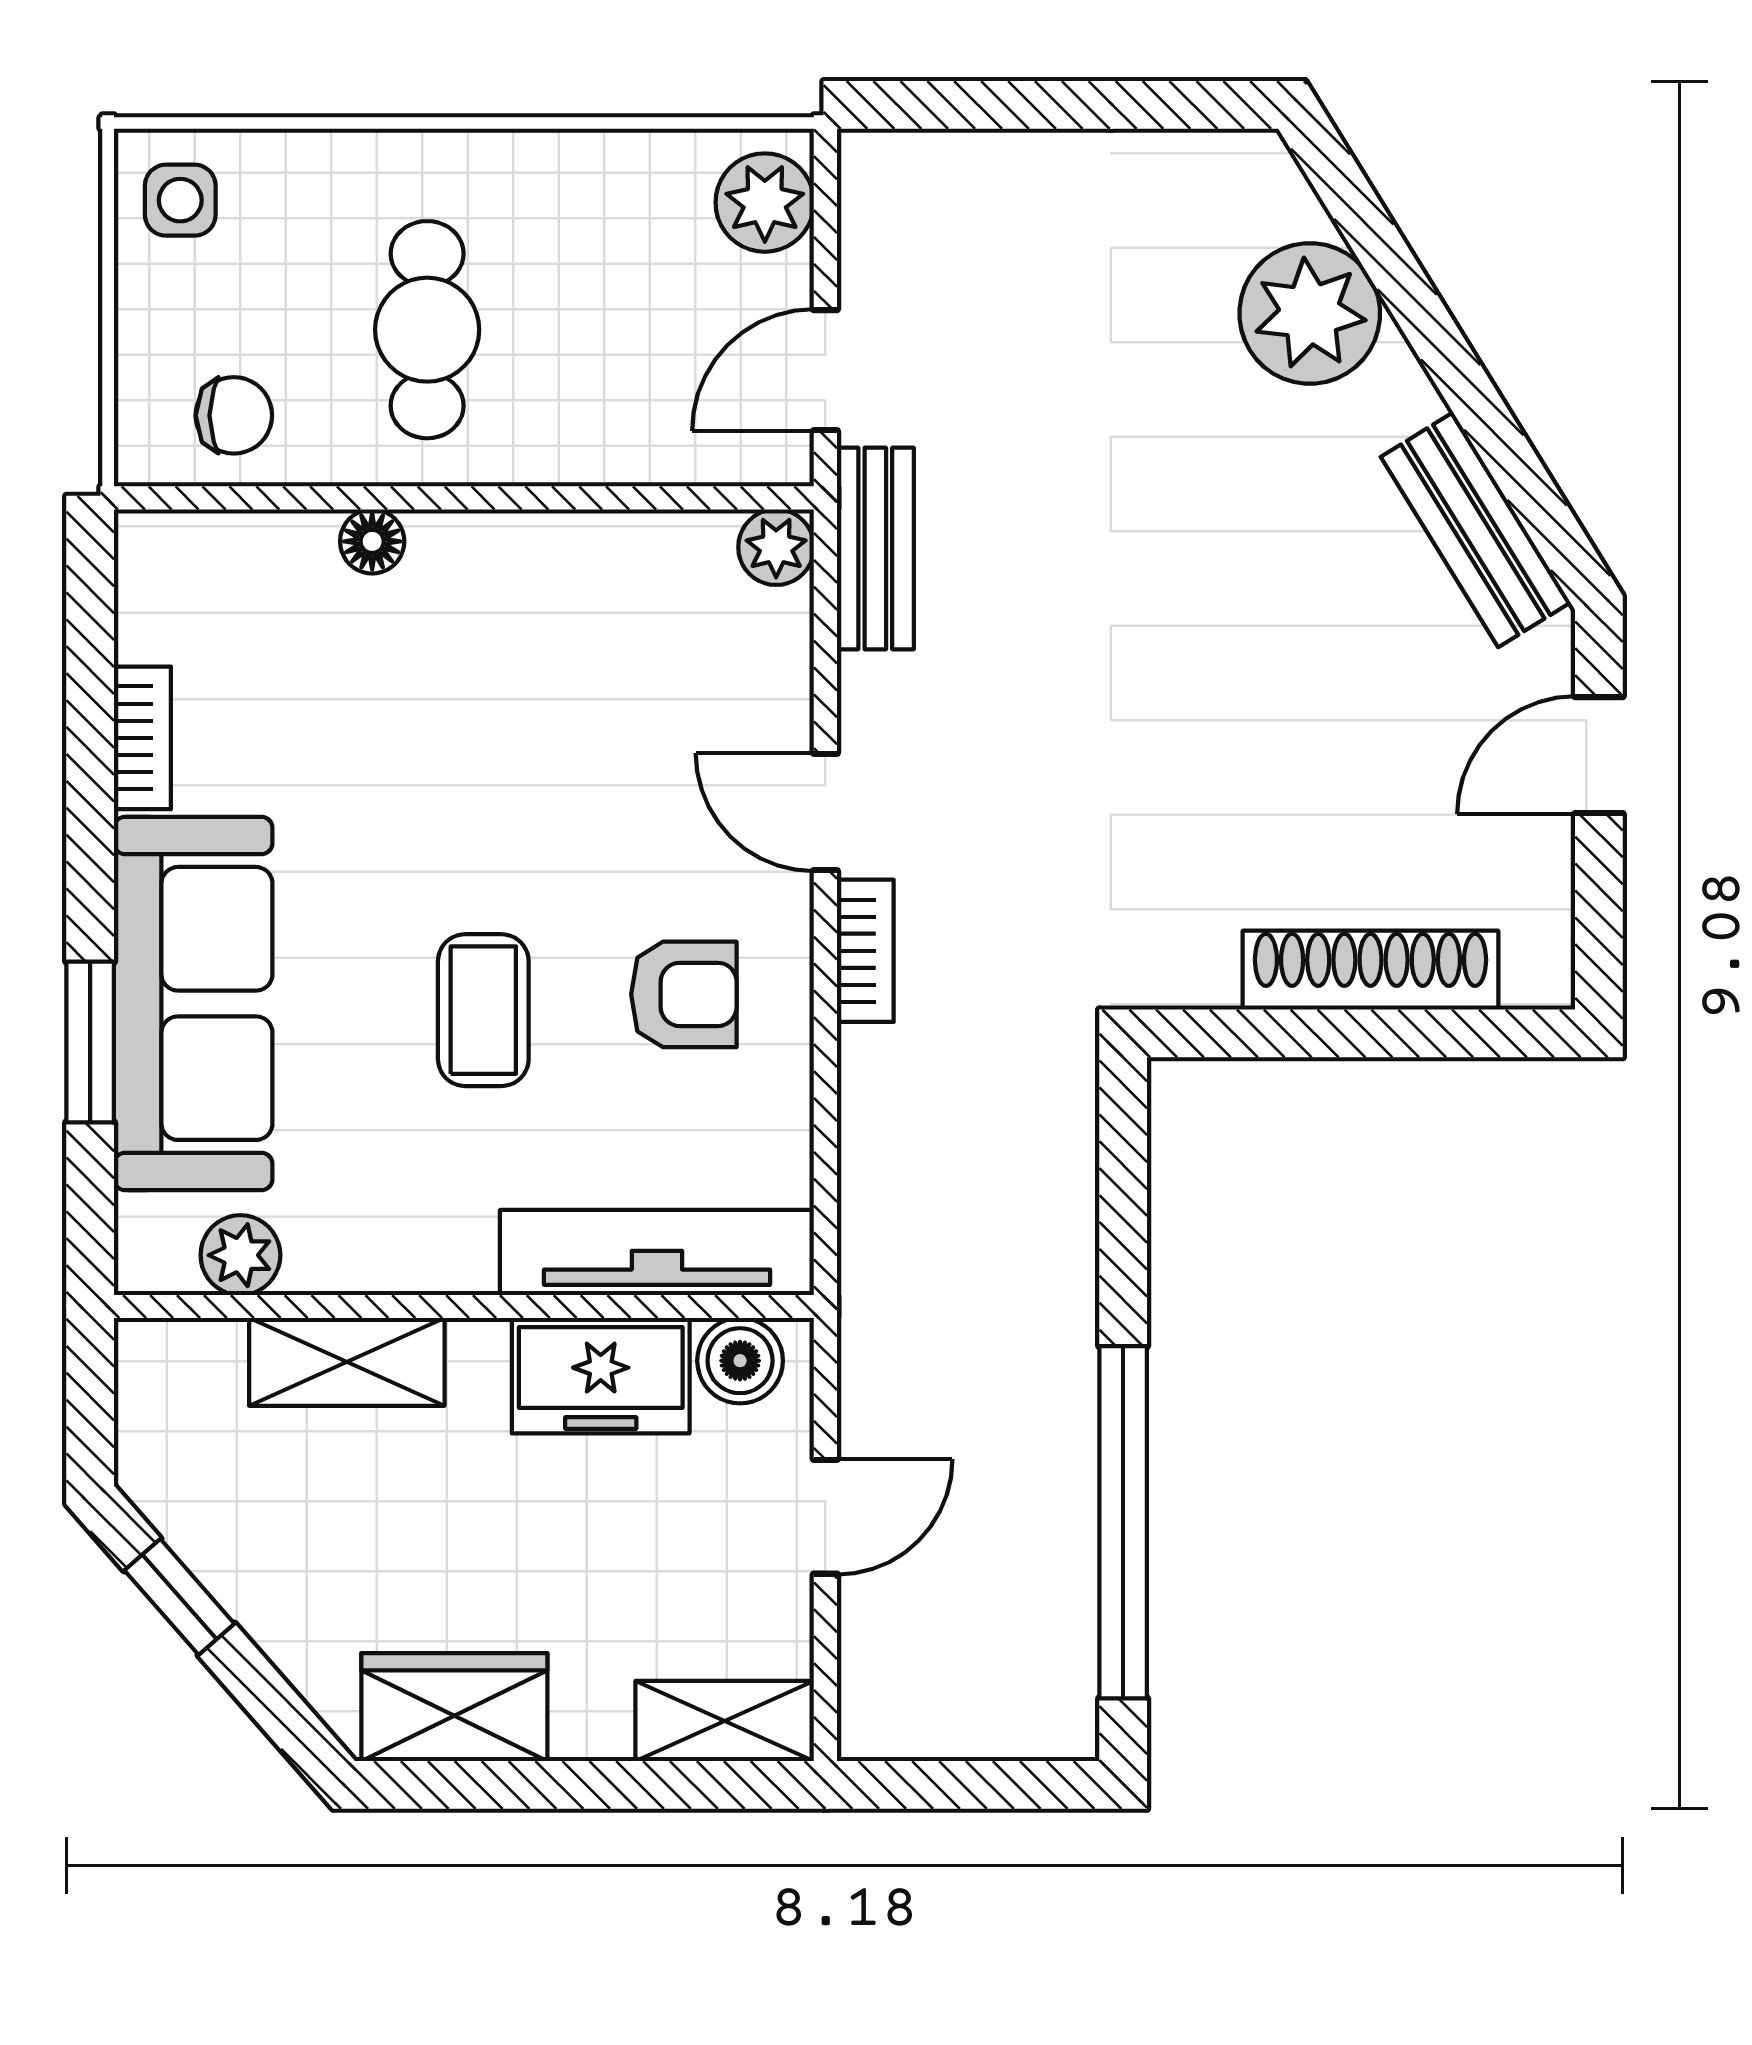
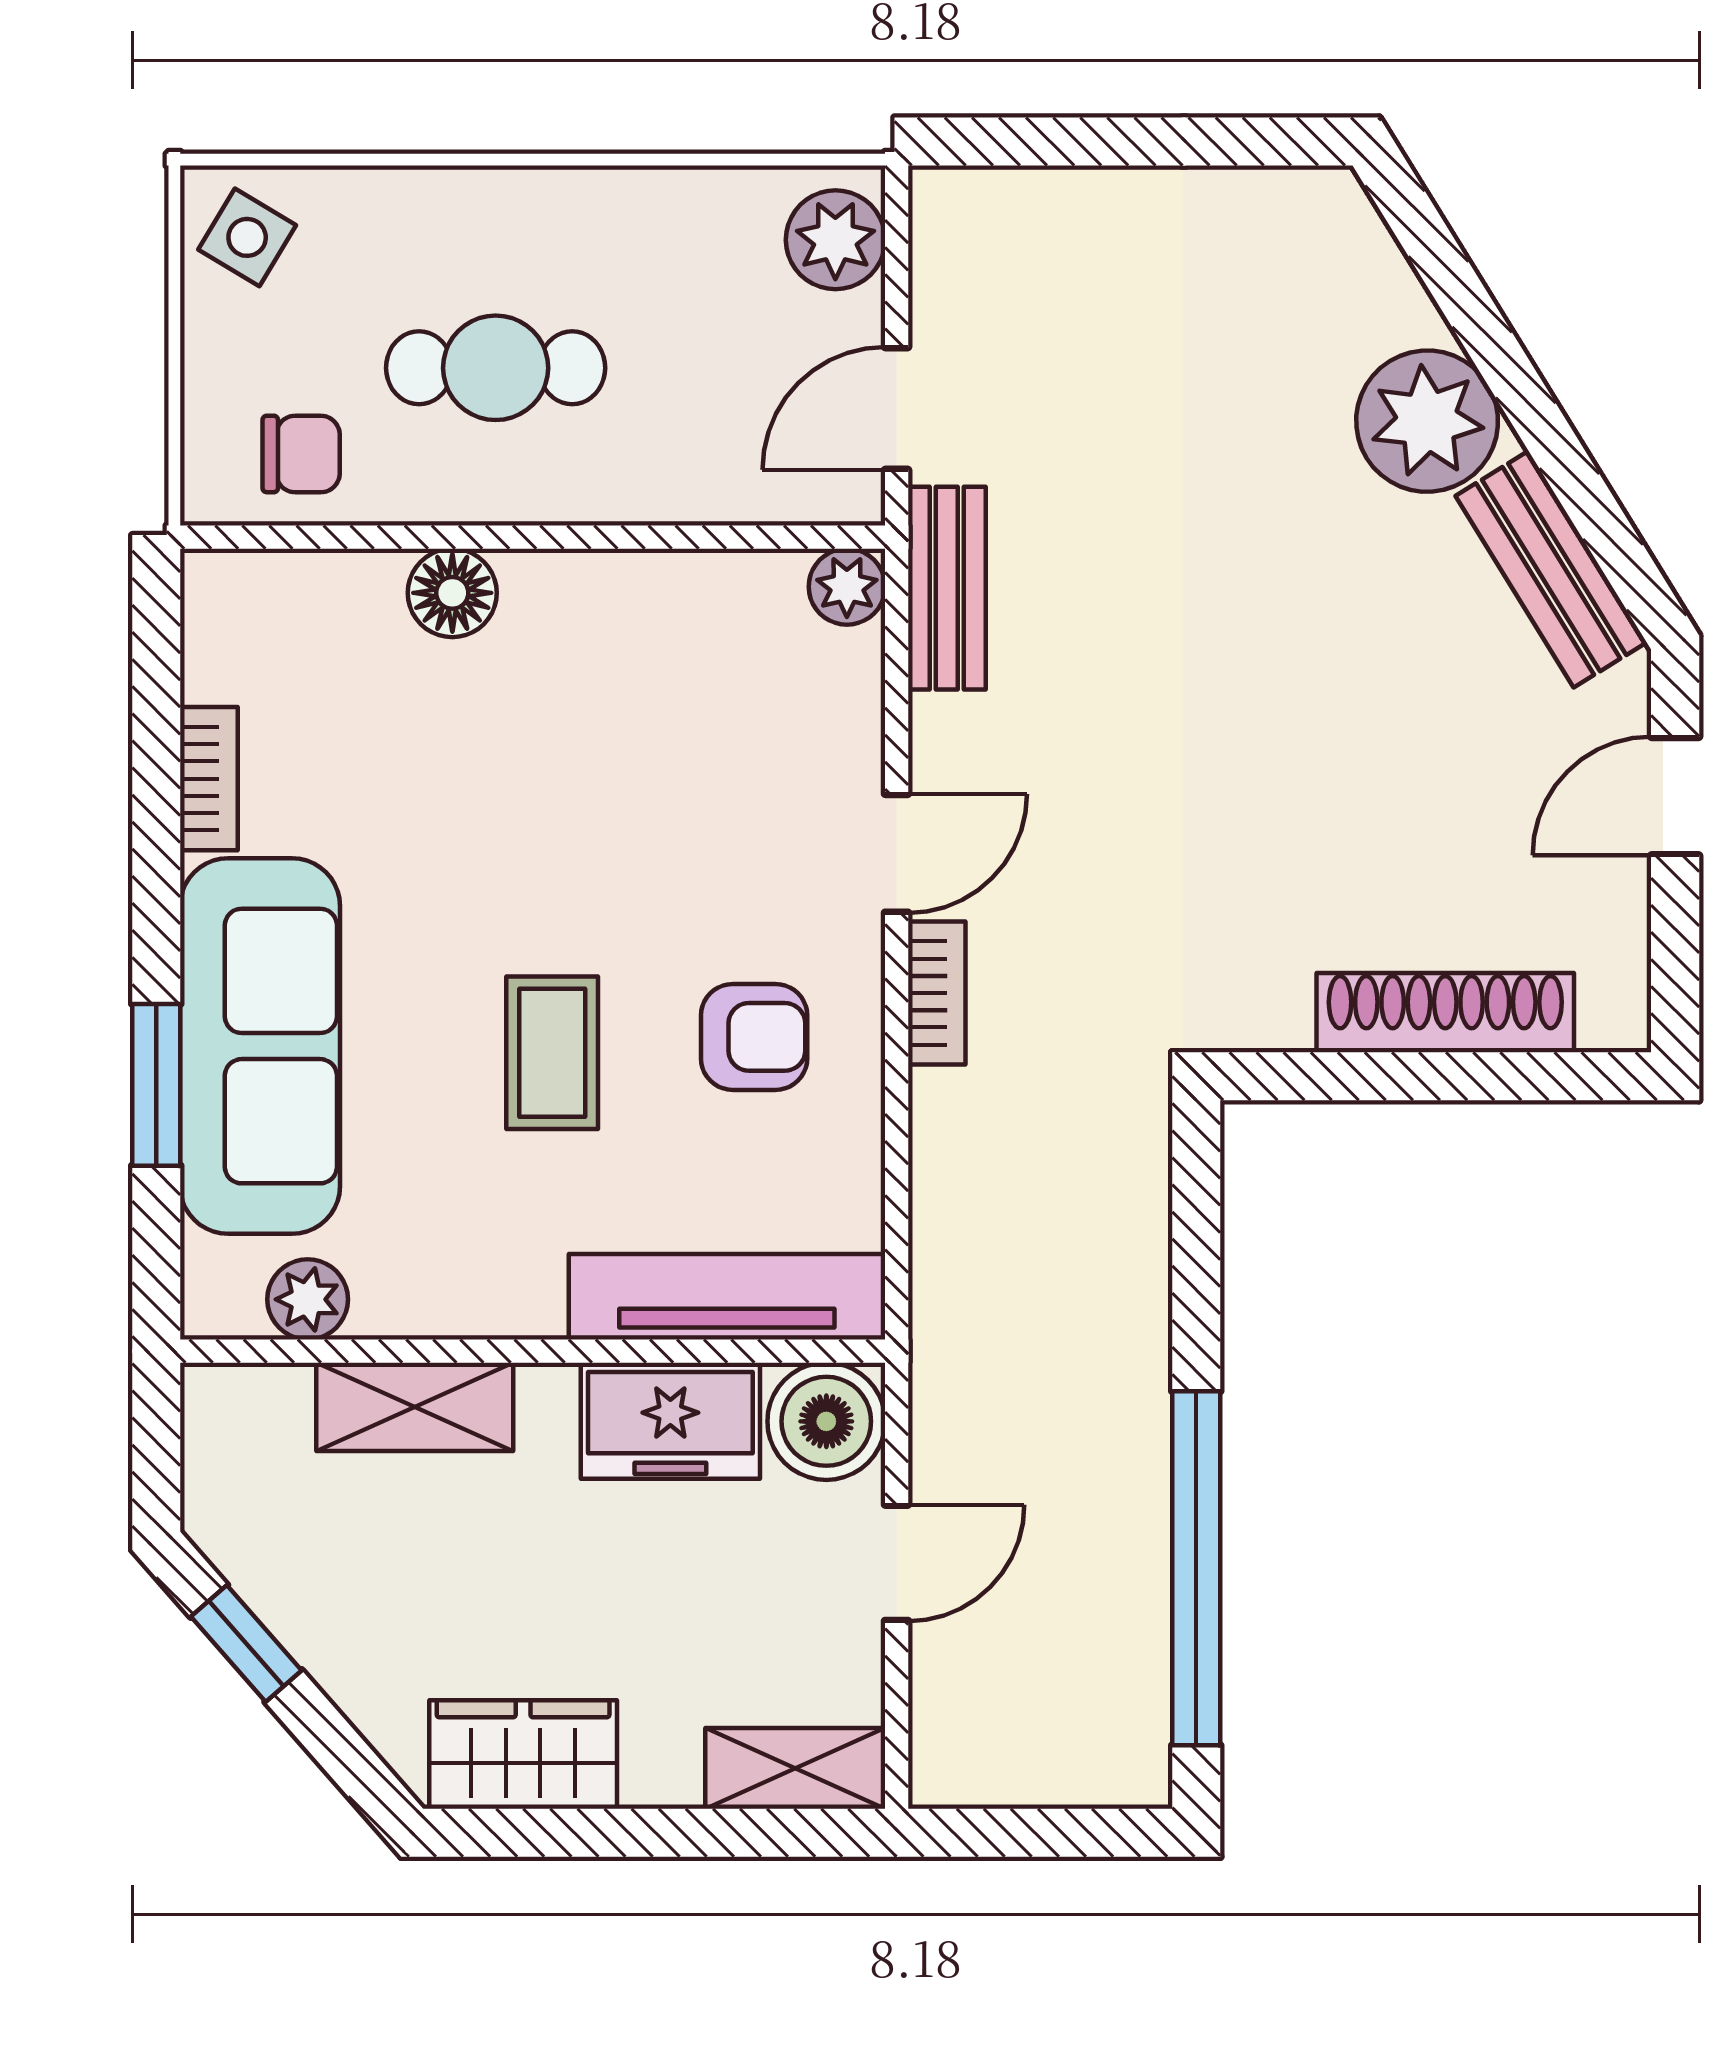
side table: (180, 200) -> (247, 237), turned 31
plant: (1310, 313) -> (1427, 421), moved
cafe table: (427, 330) -> (496, 368), turned 90
floor lamp: (372, 541) -> (452, 593), width x1.37, depth x1.37
door: (825, 812) -> (897, 853), swing flipped
boiler: (740, 1361) -> (826, 1421), width x1.36, depth x1.36

